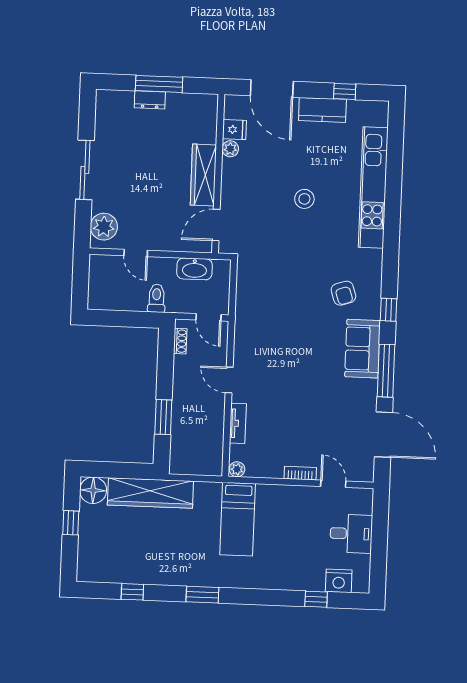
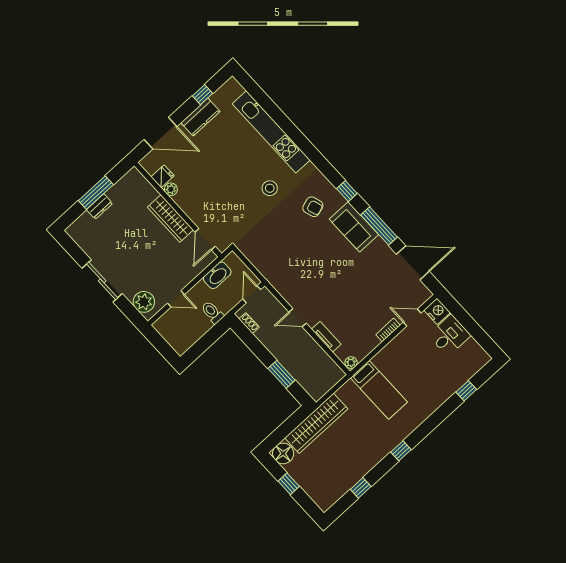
stool: (304, 199) -> (270, 188), moved
door: (209, 317) -> (252, 294), swing flipped
nightstand: (339, 581) -> (437, 311), moved, turned -90
window: (202, 595) -> (401, 451), width x0.67

